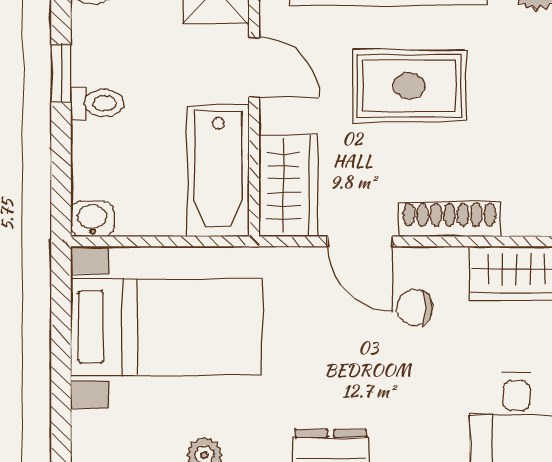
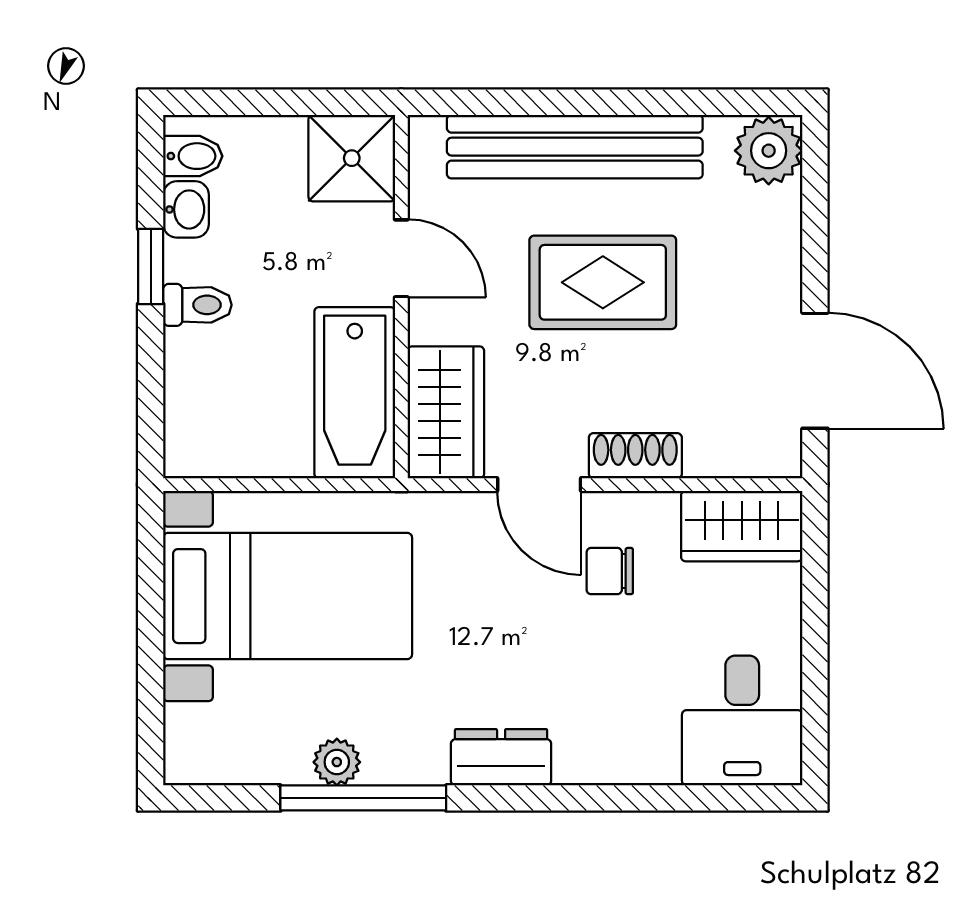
washbasin: (92, 219) -> (186, 209), moved, turned 90
shoe rack: (449, 219) -> (635, 456), width x0.70

